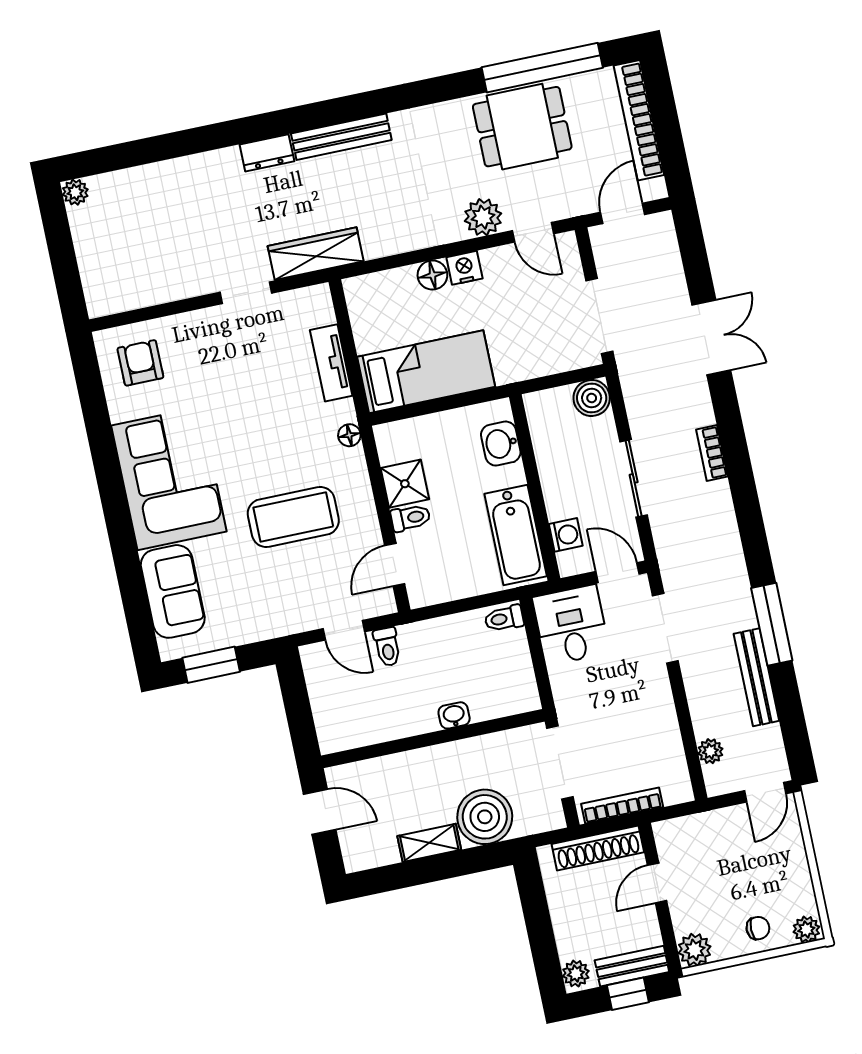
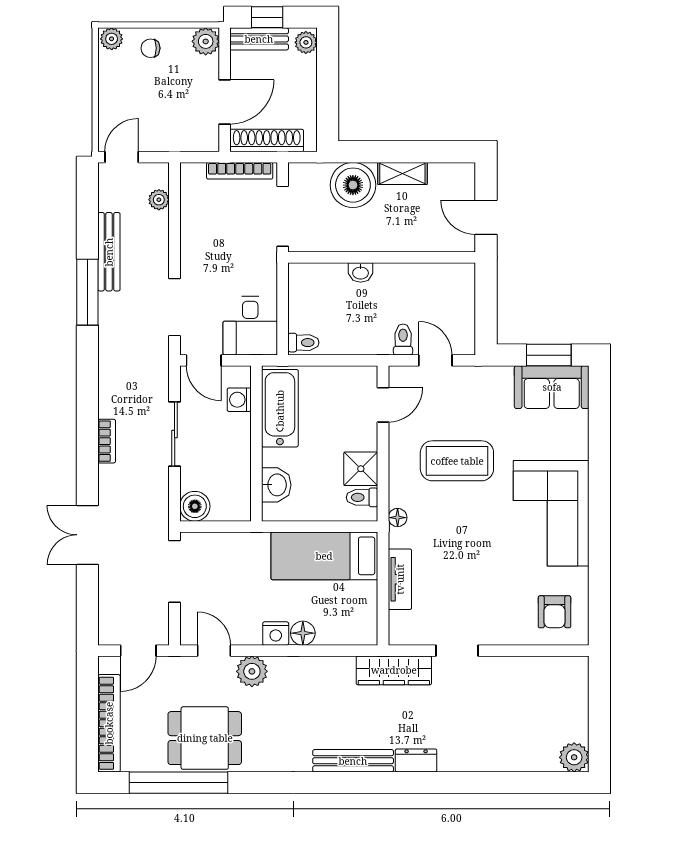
plant: (75, 192) -> (574, 757), width x1.38, depth x1.38
toilet: (410, 518) -> (362, 497), moved
sofa: (173, 591) -> (552, 387), moved, turned -90
door: (657, 883) -> (225, 102), width x1.38

